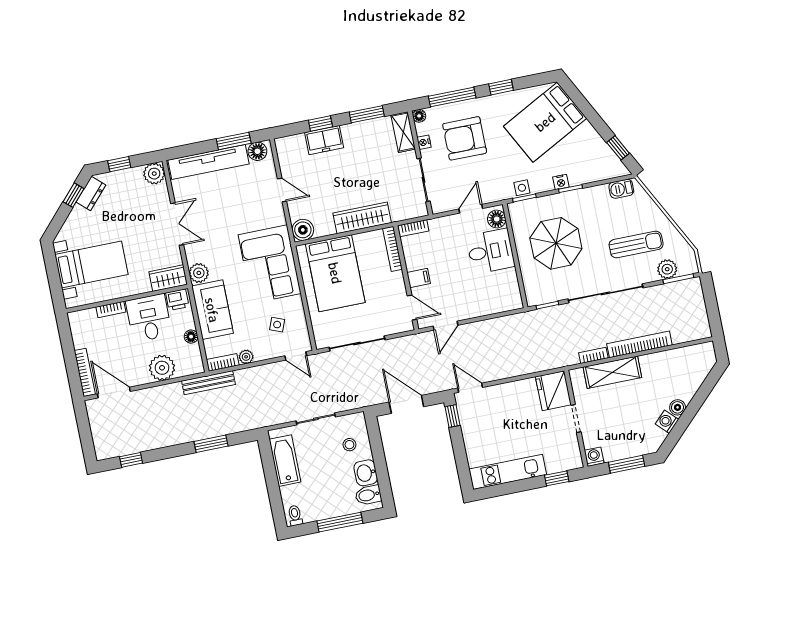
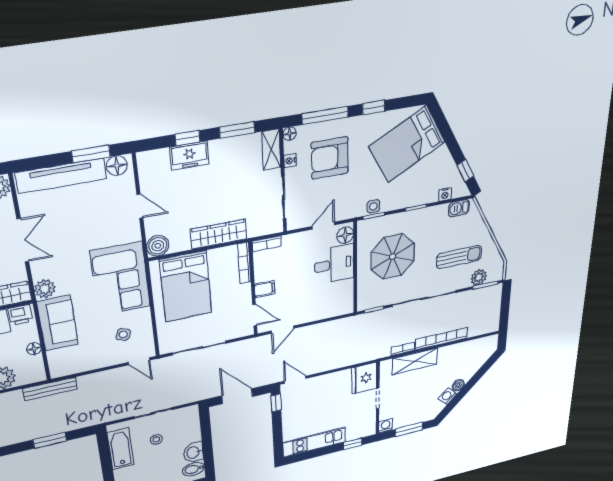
nightstand: (561, 182) -> (445, 194), moved
plant: (246, 357) -> (90, 364), removed
bookcase: (223, 362) -> (66, 370), removed
stool: (349, 445) -> (156, 439), moved

